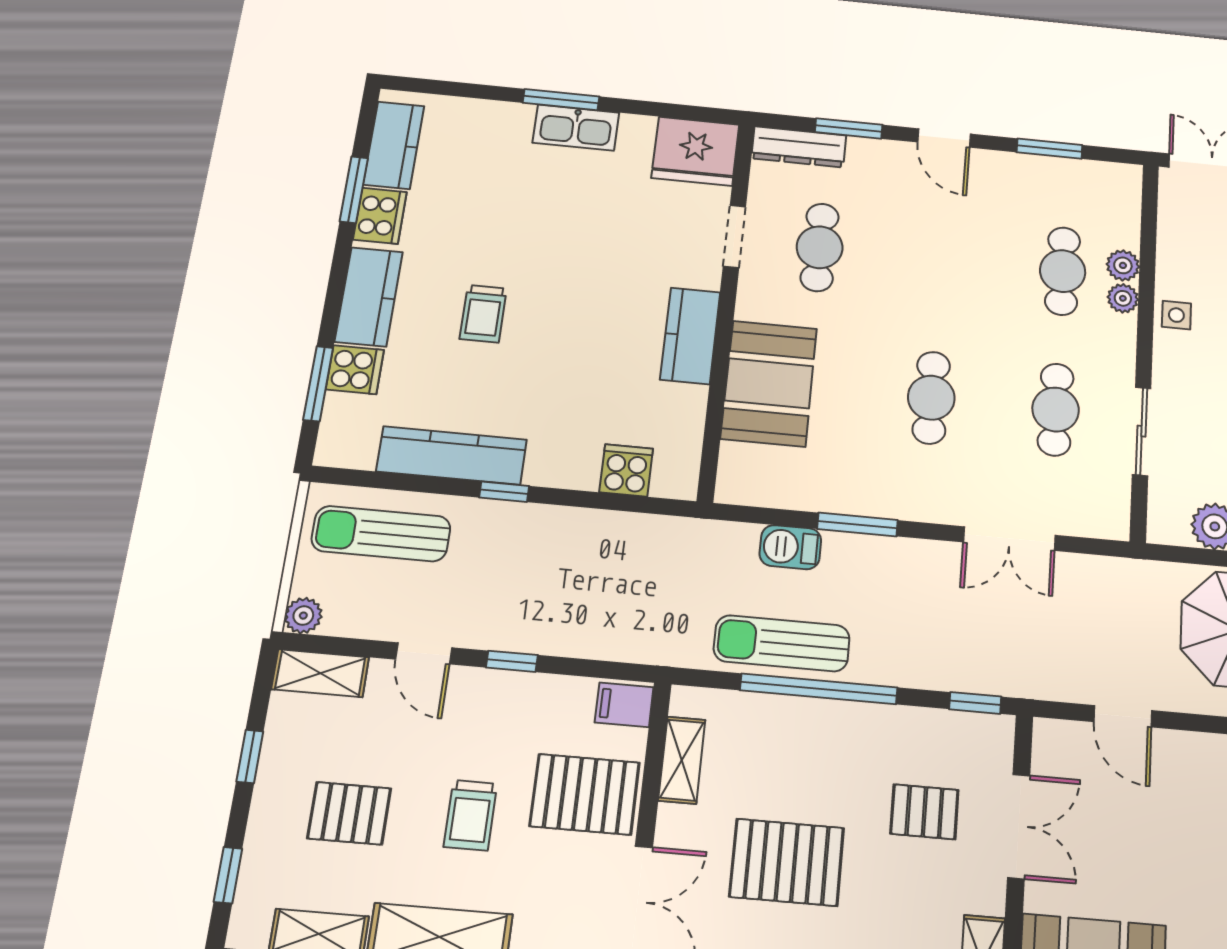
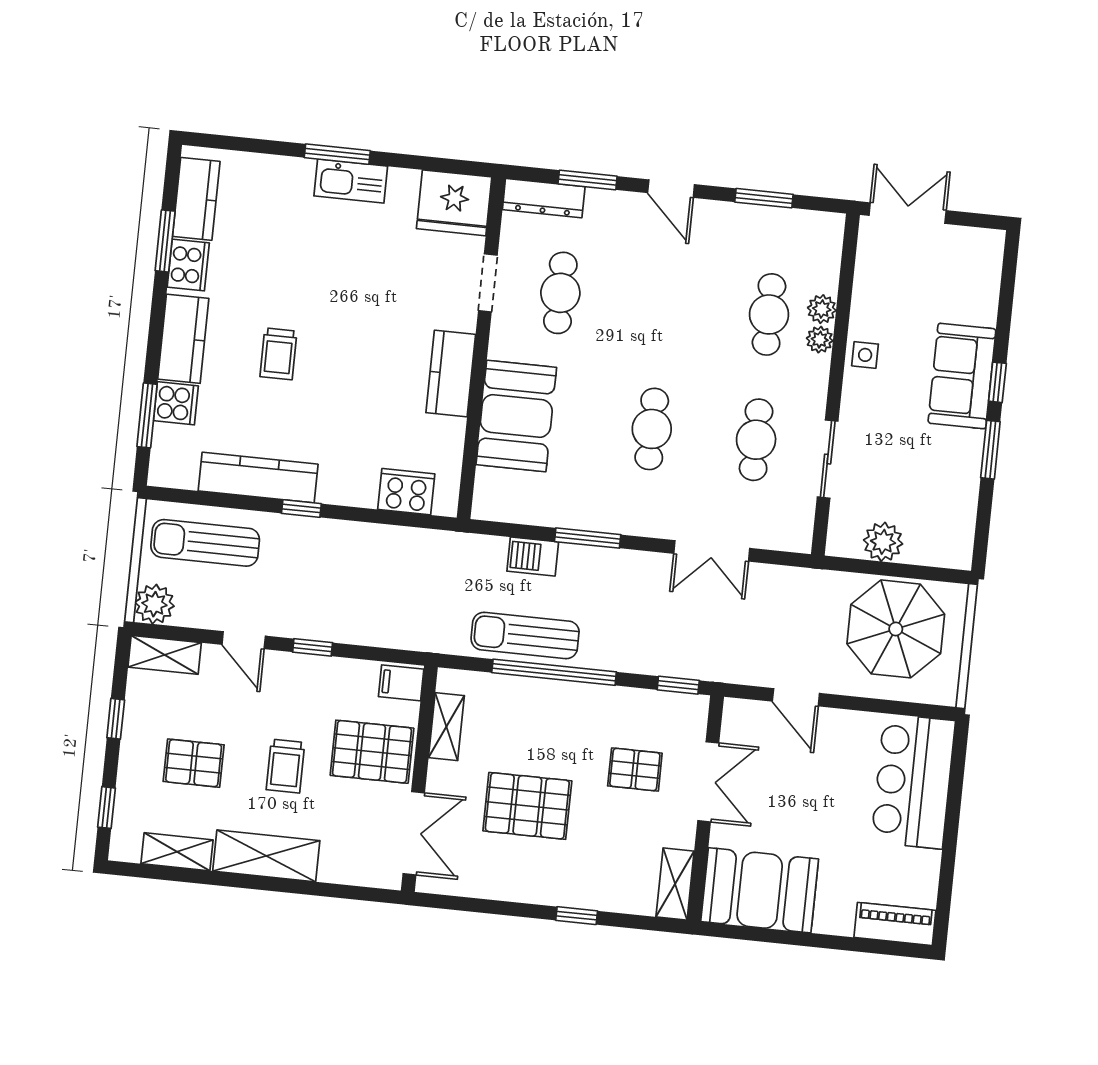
cooker: (626, 470) -> (406, 492), width x1.36
plant: (303, 616) -> (154, 604), width x1.38, depth x1.38

